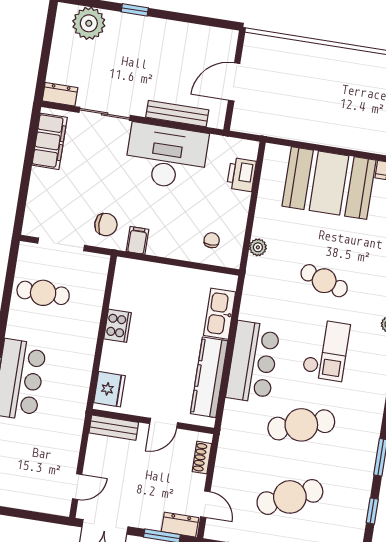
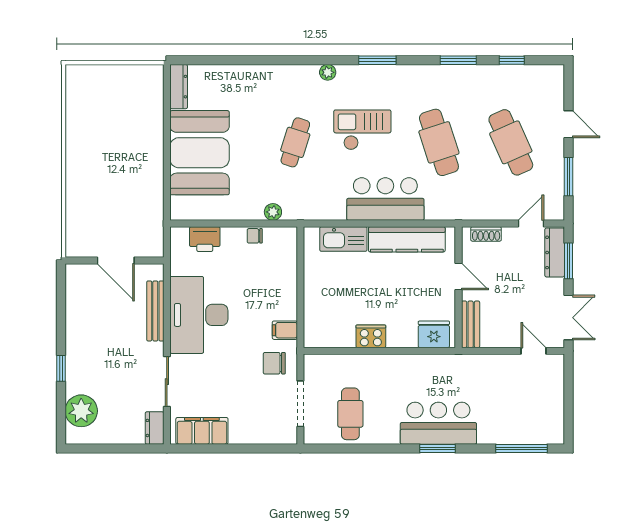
chair: (106, 225) -> (274, 363), turned -90
chair: (212, 240) -> (255, 236), moved
dresser: (180, 525) -> (555, 252), width x1.44

